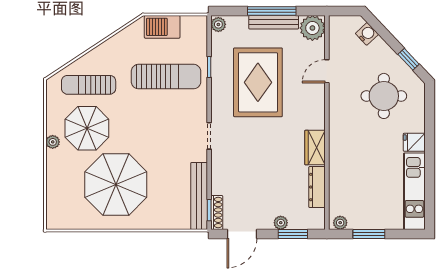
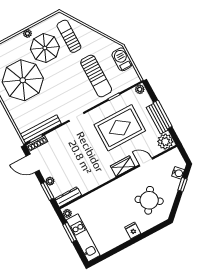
window: (409, 59) -> (182, 185), moved
round table: (384, 96) -> (149, 200), turned 33
wardrobe: (315, 148) -> (123, 166), moved
dresser: (317, 187) -> (68, 197), moved
kitchen unit: (414, 191) -> (83, 238), moved, turned 90

